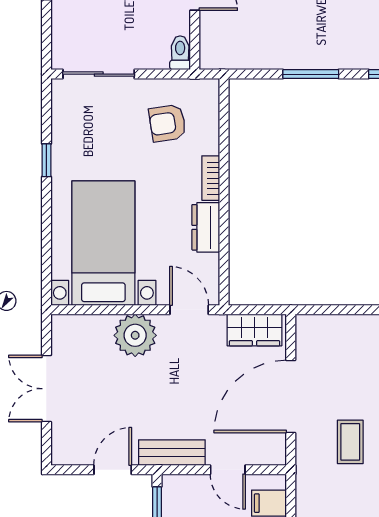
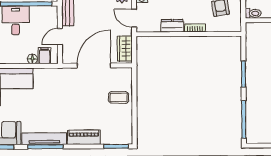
door: (189, 310) -> (134, 18), swing flipped
door: (291, 396) -> (94, 66), hinge flipped
coffee table: (350, 442) -> (119, 97), moved

